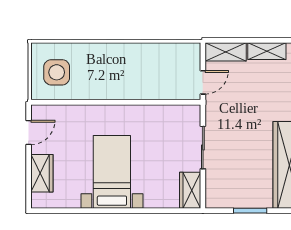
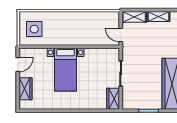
door: (203, 82) -> (121, 35), swing flipped
bed with nightstands: (112, 172) -> (66, 70), moved, turned 180

